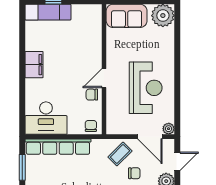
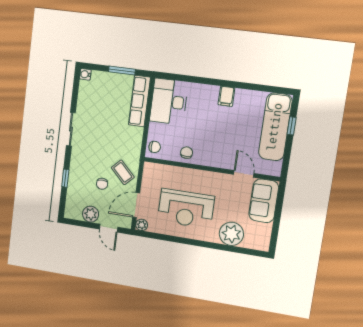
exam couch: (48, 12) -> (275, 127), width x1.36, depth x1.45
plant: (163, 16) -> (231, 234), moved
filing cabinet: (34, 65) -> (226, 96), width x0.50
door: (104, 78) -> (244, 174), moved
row of seats: (58, 147) -> (139, 101), width x0.73

